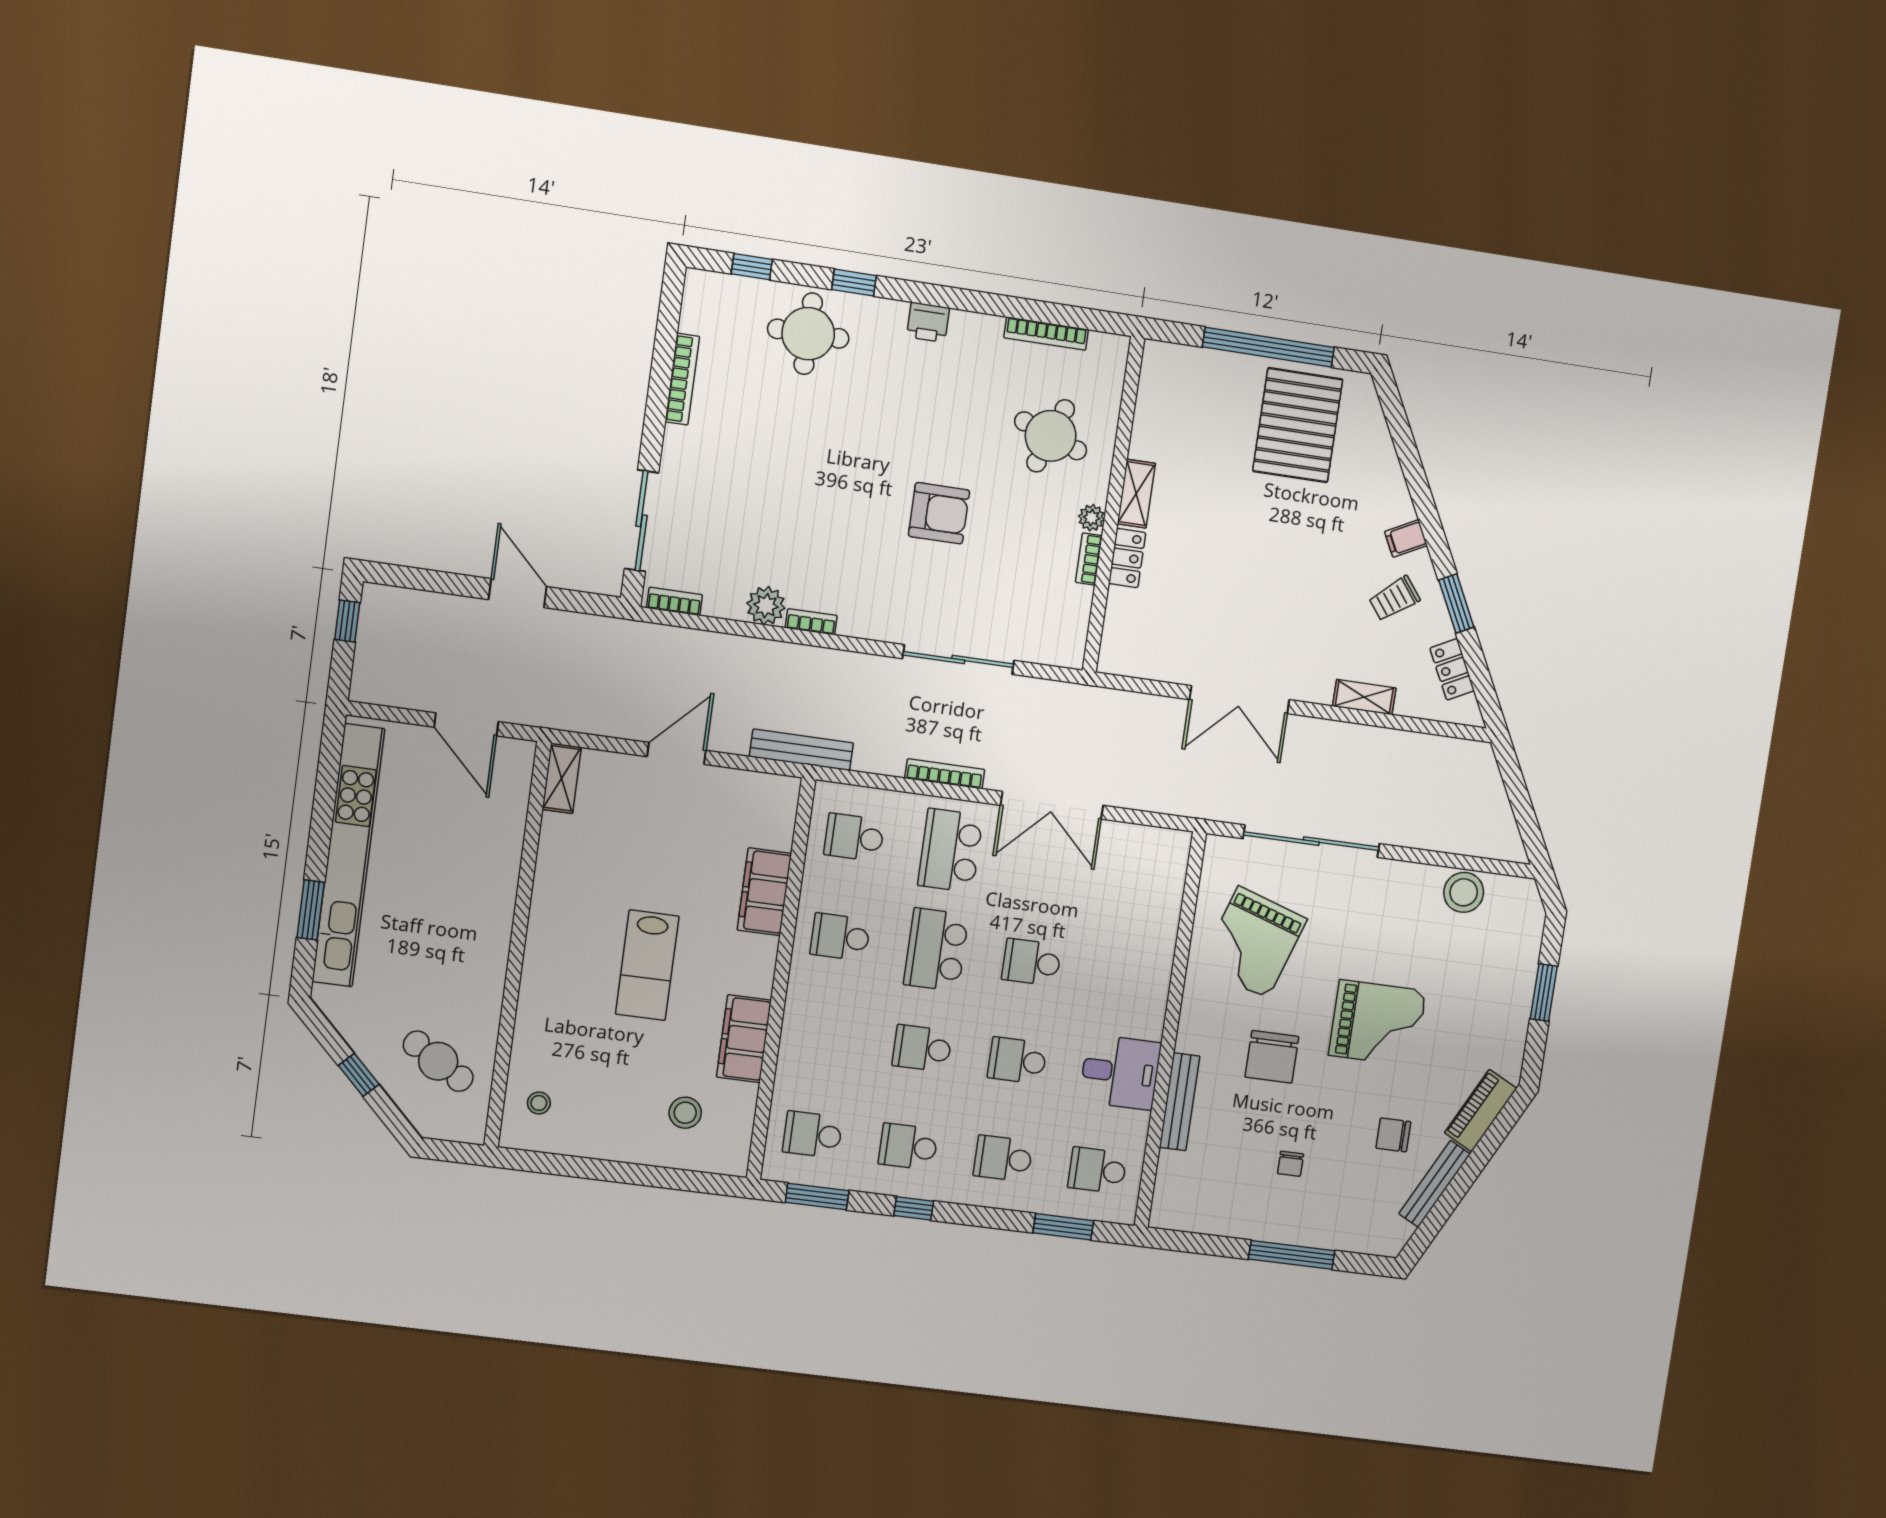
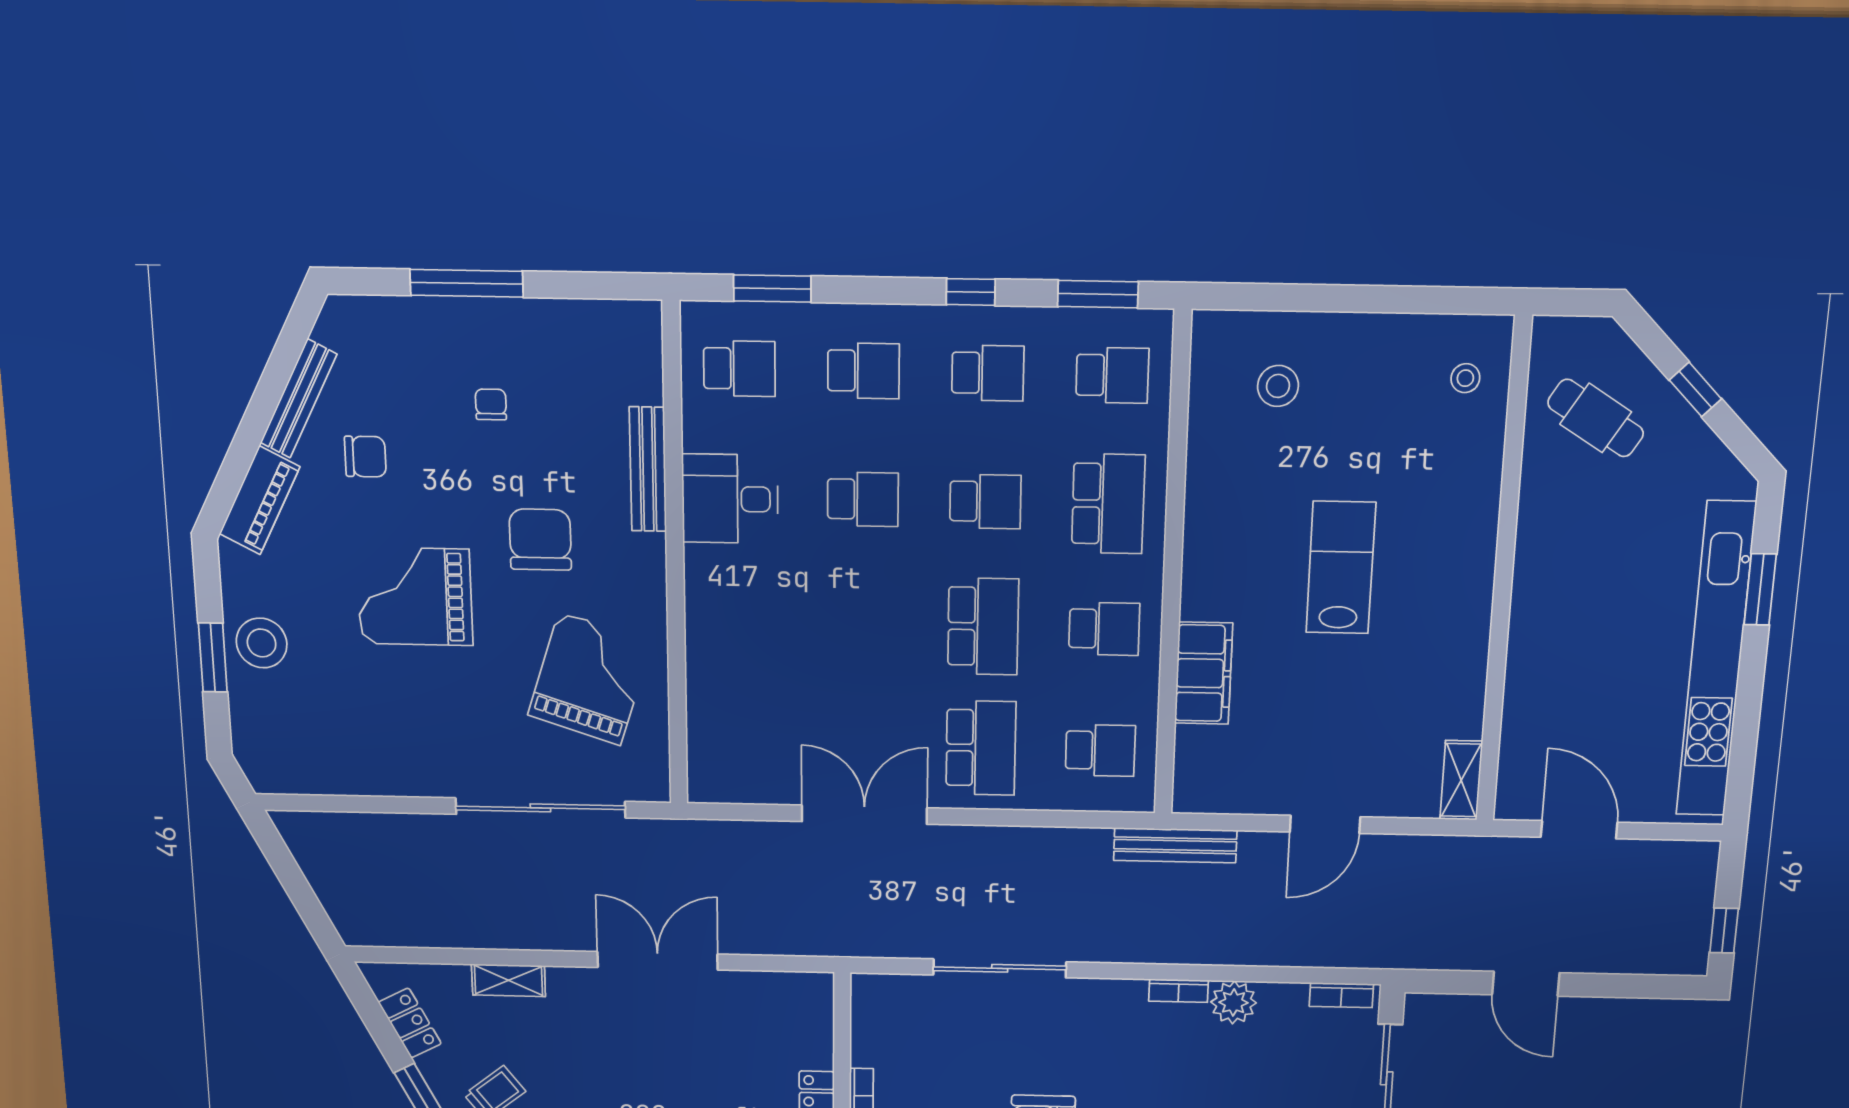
bookcase: (945, 774) -> (999, 837), removed
stool: (1464, 892) -> (262, 643), moved
school desk: (1032, 962) -> (1108, 504), moved, width x1.85
filing cabinet: (744, 1039) -> (1212, 489), removed

